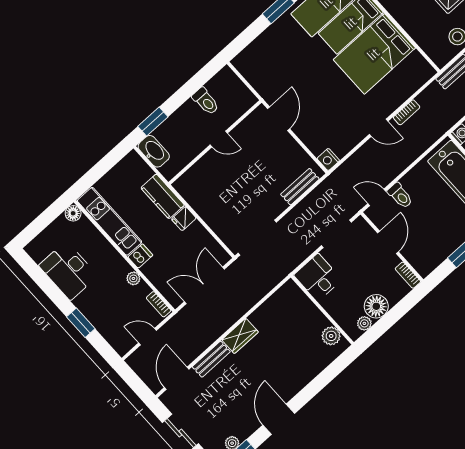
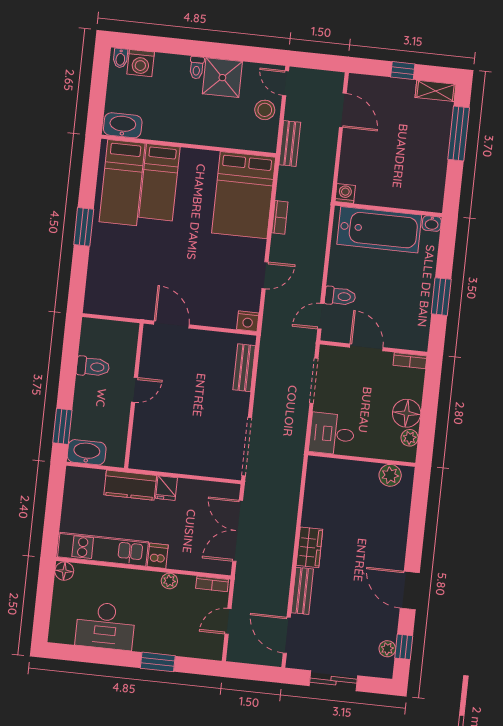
bed: (374, 54) -> (244, 195), moved
door: (379, 128) -> (265, 275), moved

